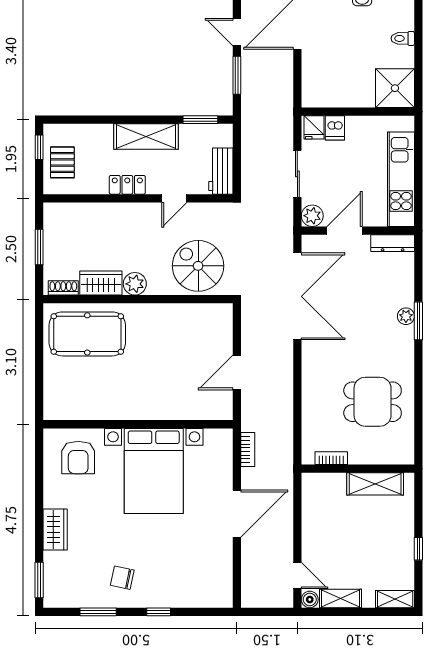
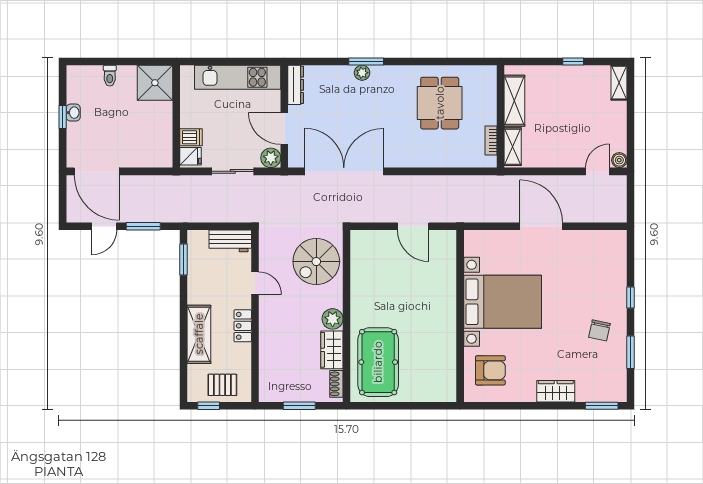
shelving: (146, 137) -> (199, 334), moved
bookcase: (248, 450) -> (483, 216), removed
shelving: (341, 598) -> (513, 147), moved

